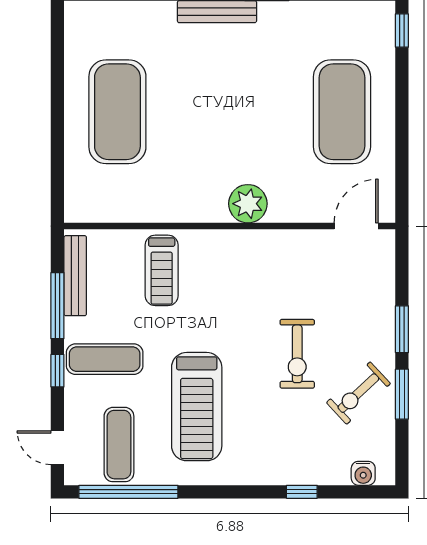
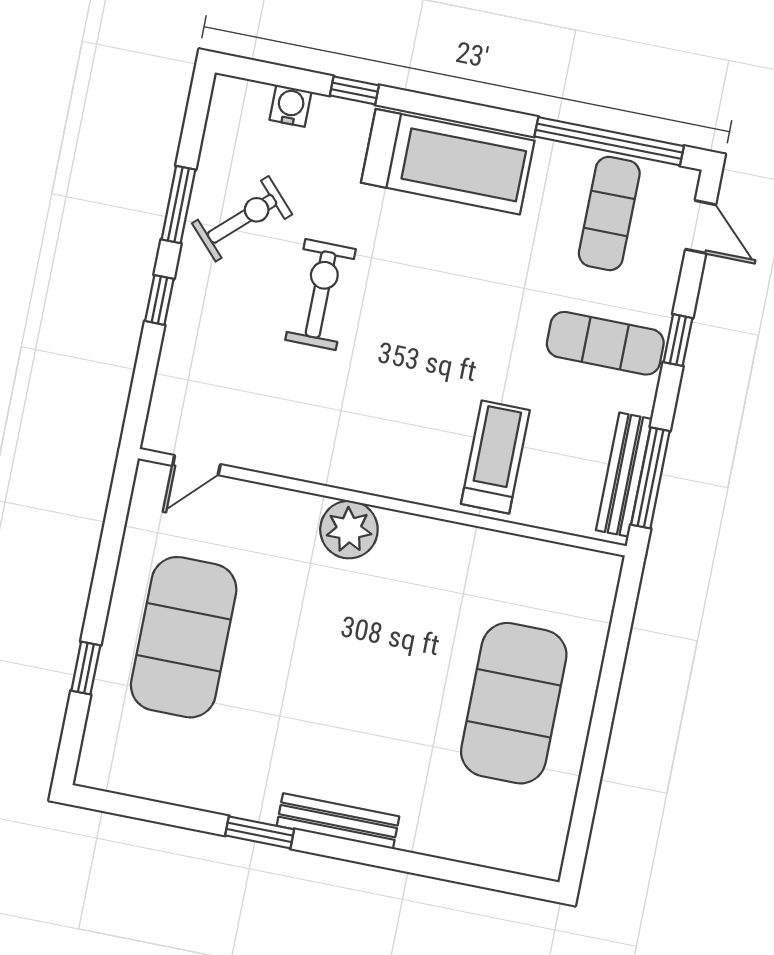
window: (402, 31) -> (86, 668), moved
door: (356, 226) -> (196, 465), width x0.73
window: (57, 306) -> (650, 478), moved
window: (402, 329) -> (159, 300), width x0.67
treadmill: (197, 407) -> (448, 162), moved, turned 90
water cooler: (363, 473) -> (291, 106), moved

